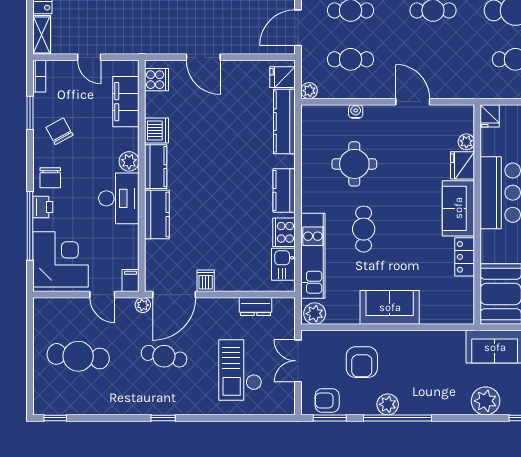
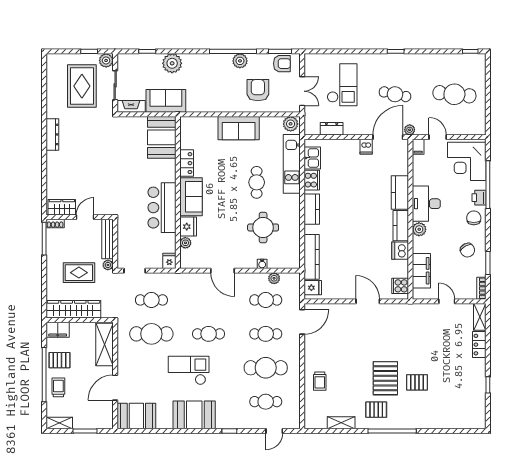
plant: (309, 91) -> (274, 278), moved

